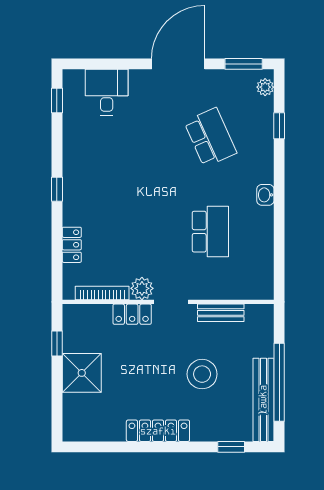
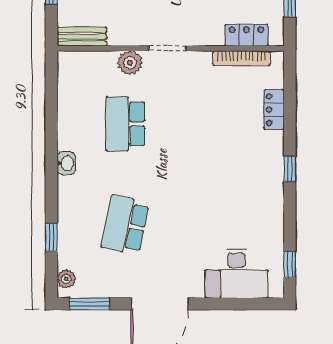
desk: (107, 92) -> (237, 274), width x1.37
school desk: (210, 137) -> (125, 225), turned 36
plant: (142, 288) -> (130, 63), moved
bench: (221, 313) -> (82, 37), moved
locker: (132, 314) -> (246, 35), moved

